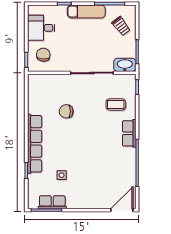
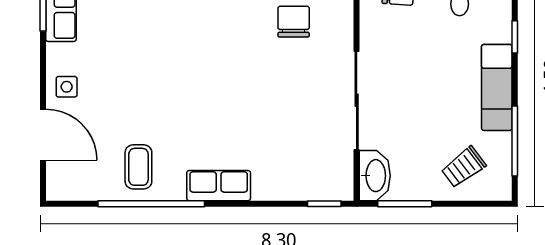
coffee table: (116, 105) -> (138, 167), moved
chair: (66, 111) -> (294, 22), moved
side table: (62, 175) -> (67, 87), moved
door: (122, 210) -> (43, 135), moved

